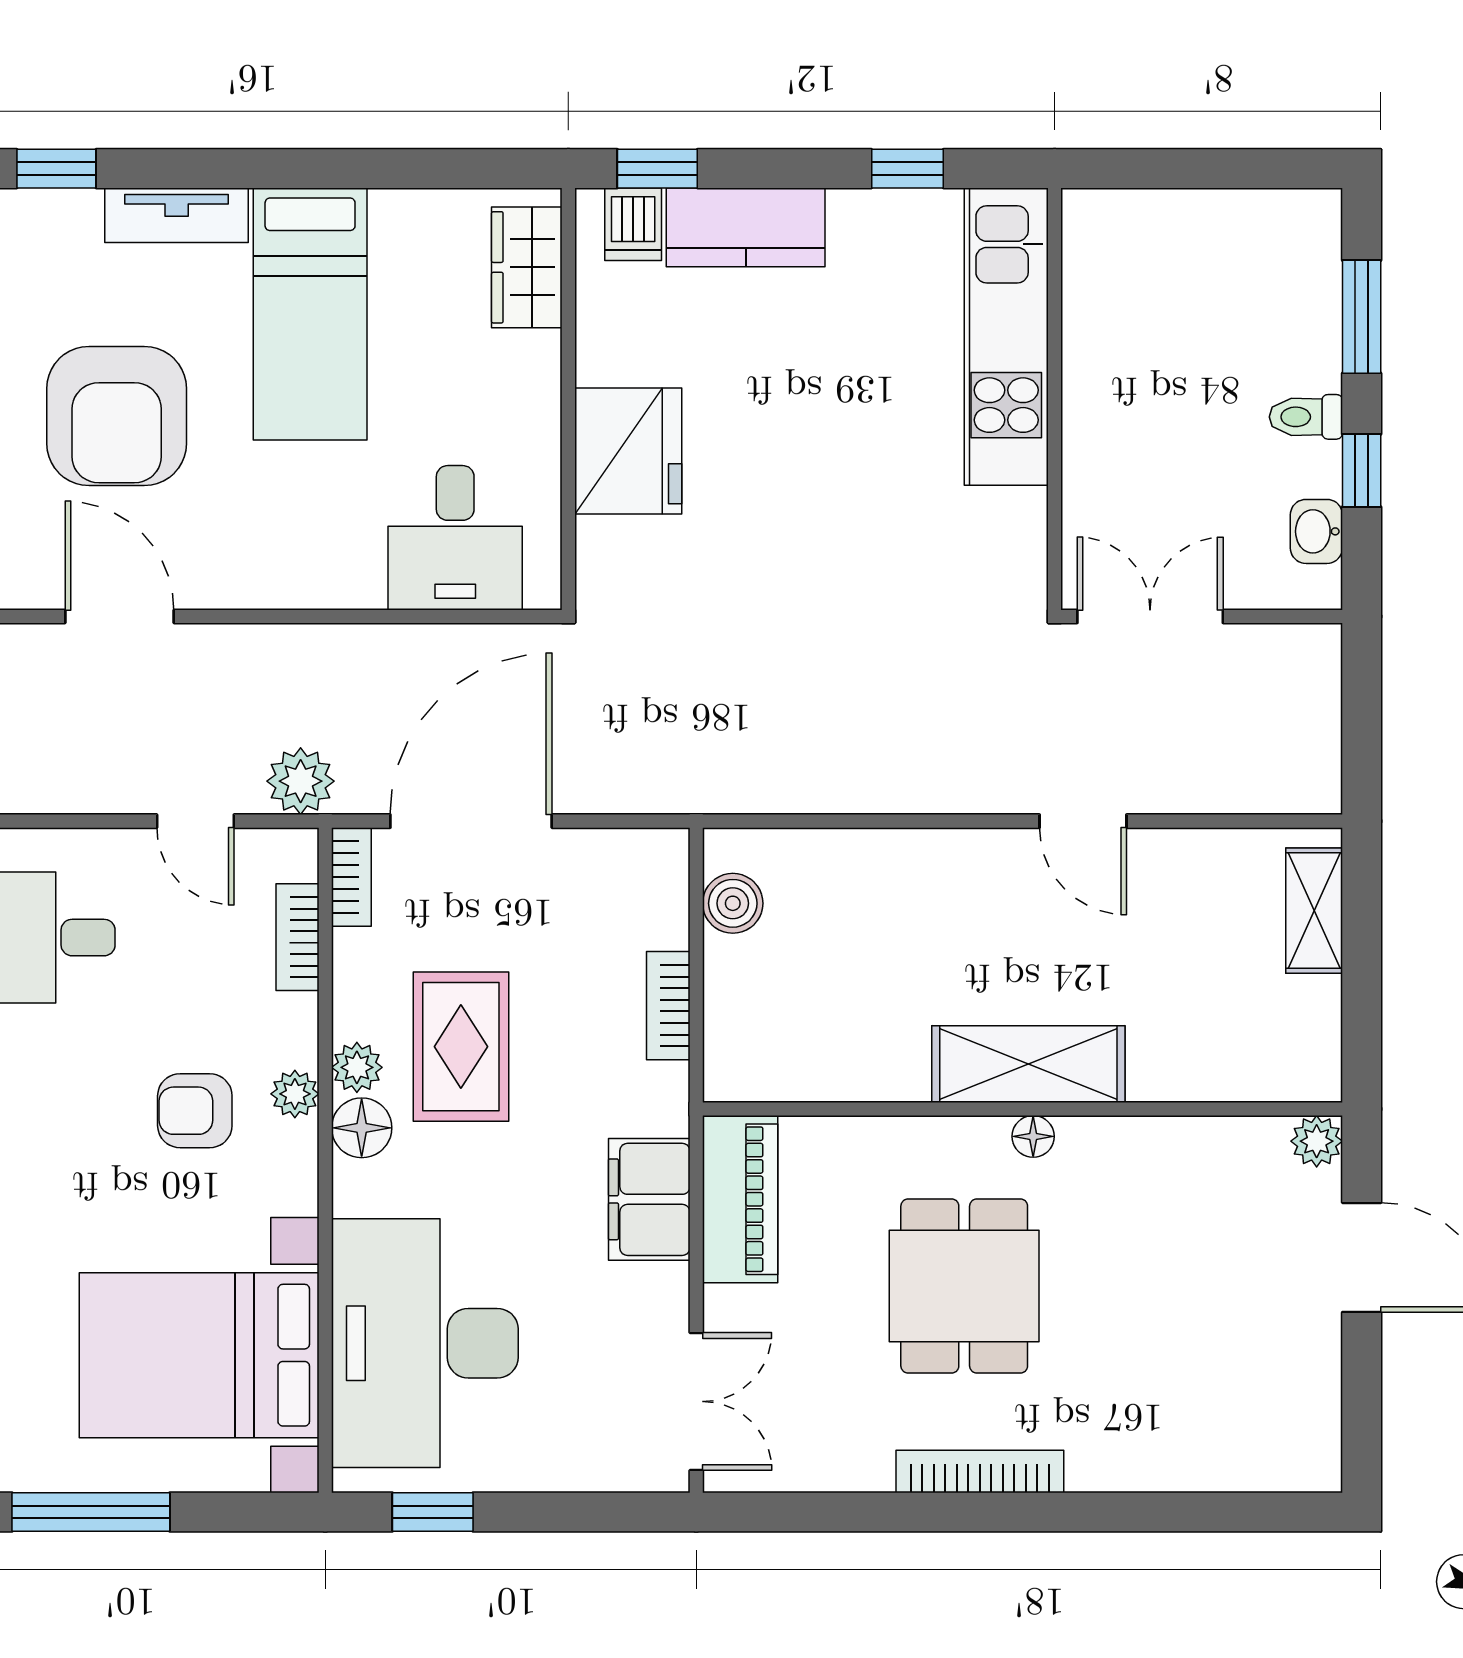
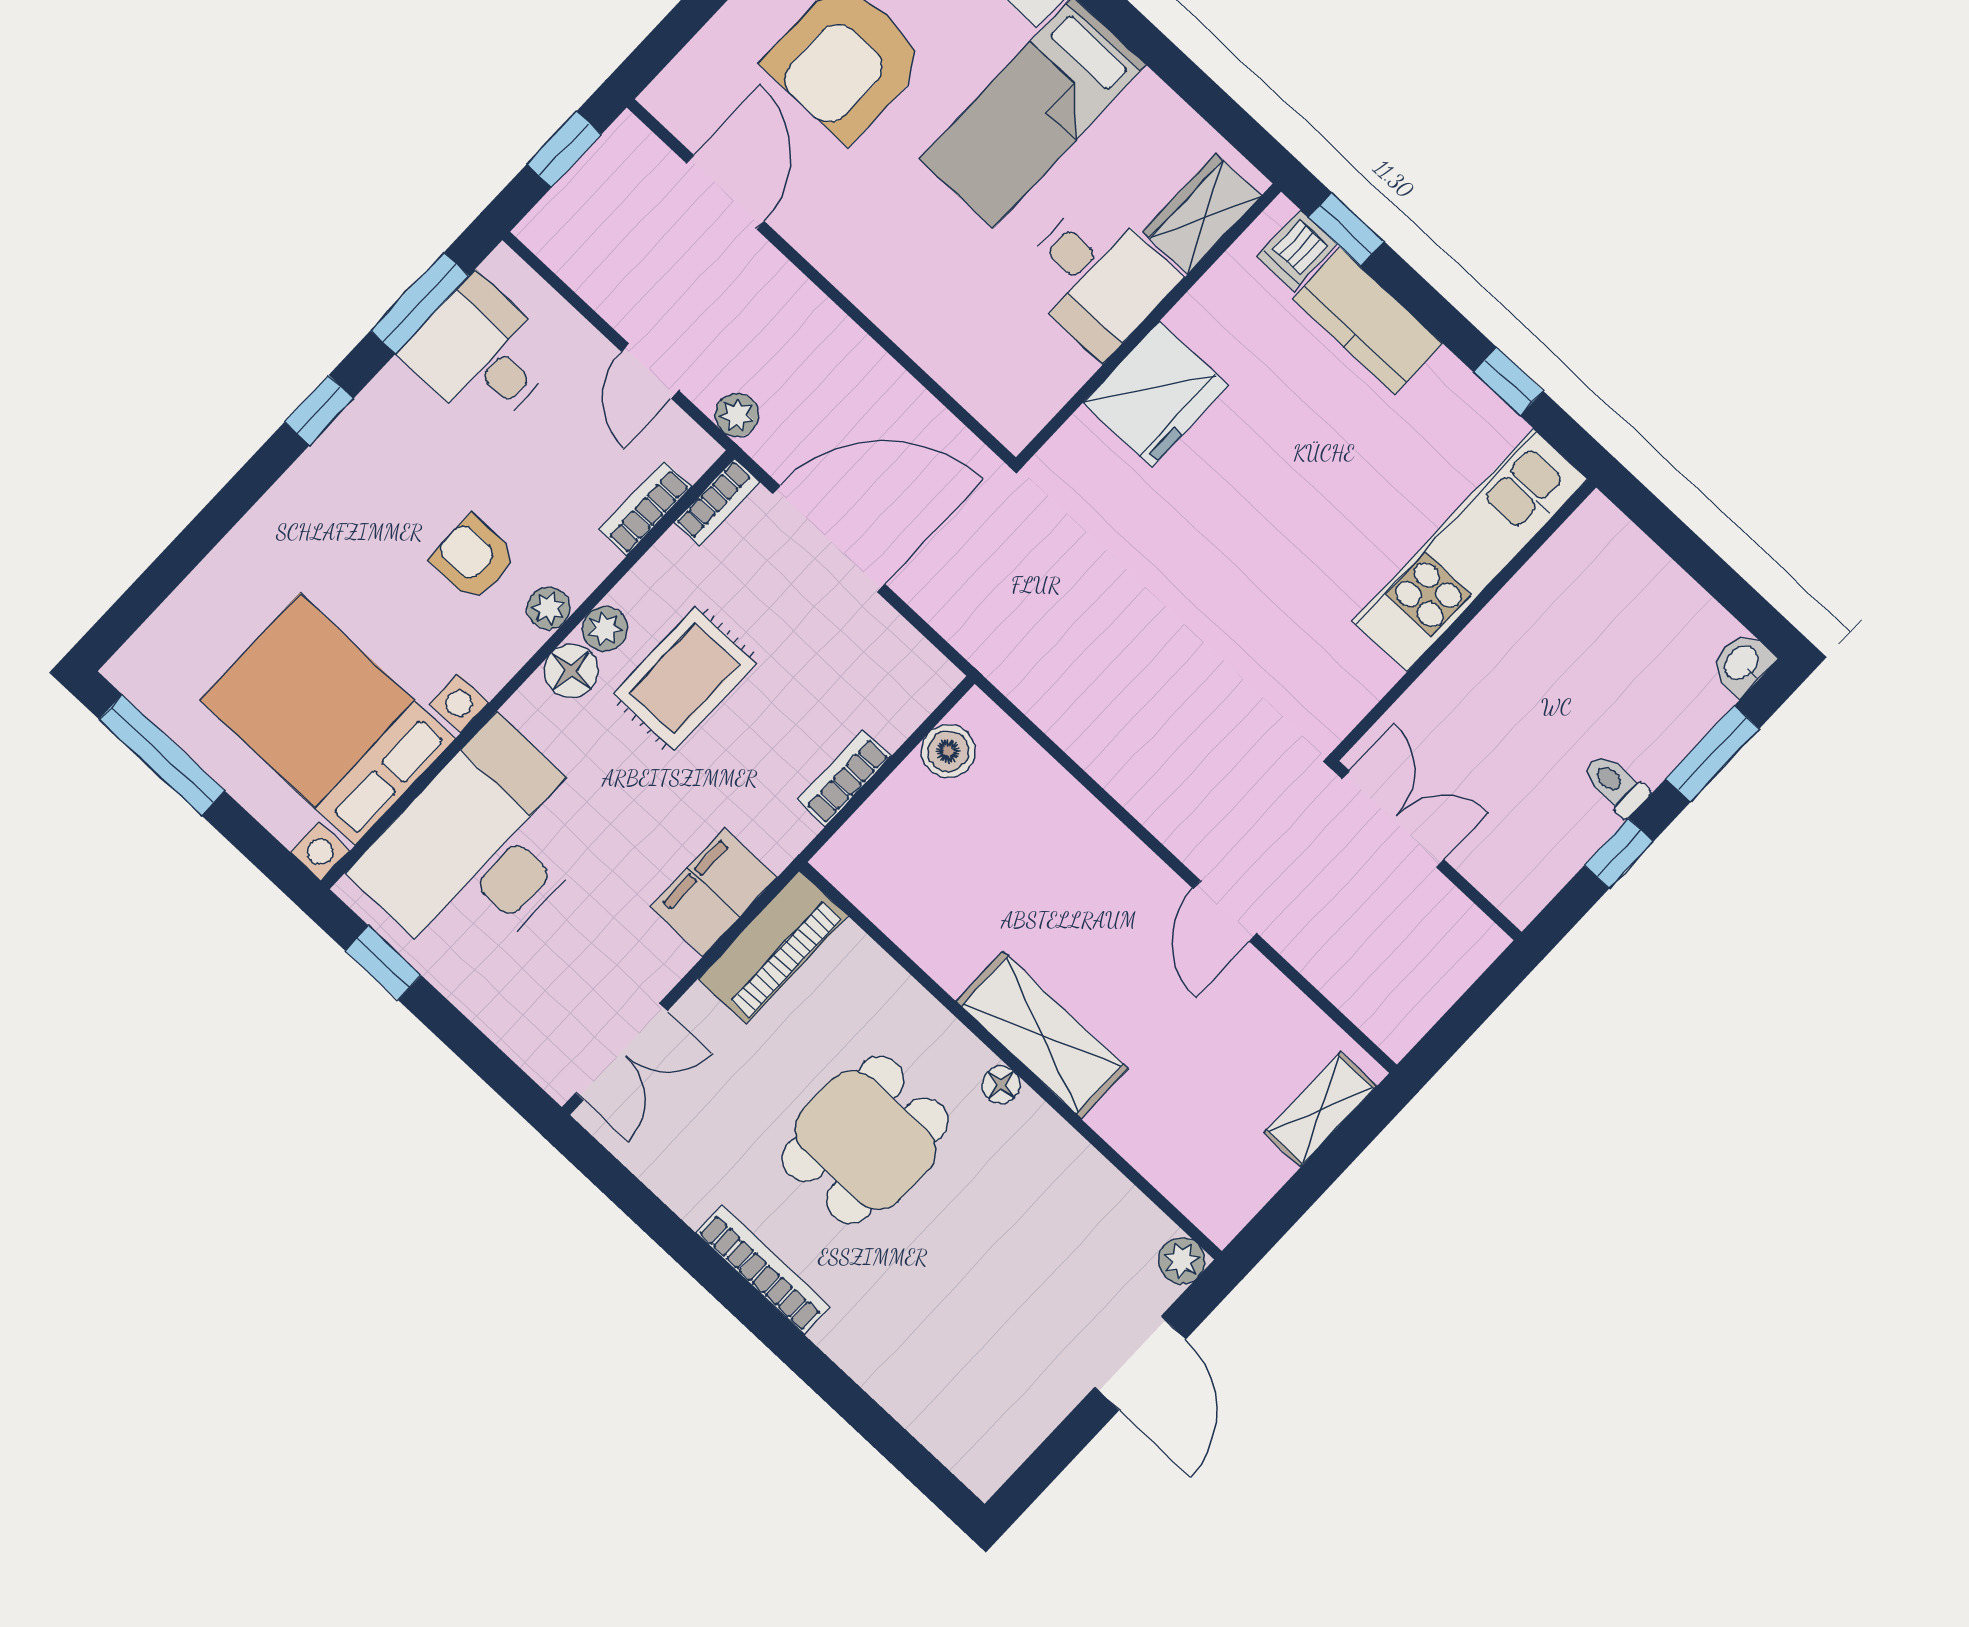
washbasin: (1316, 531) -> (1742, 664), moved
desk: (455, 538) -> (1097, 277), moved, turned -90
plant: (301, 781) -> (737, 415), width x0.73, depth x0.73

